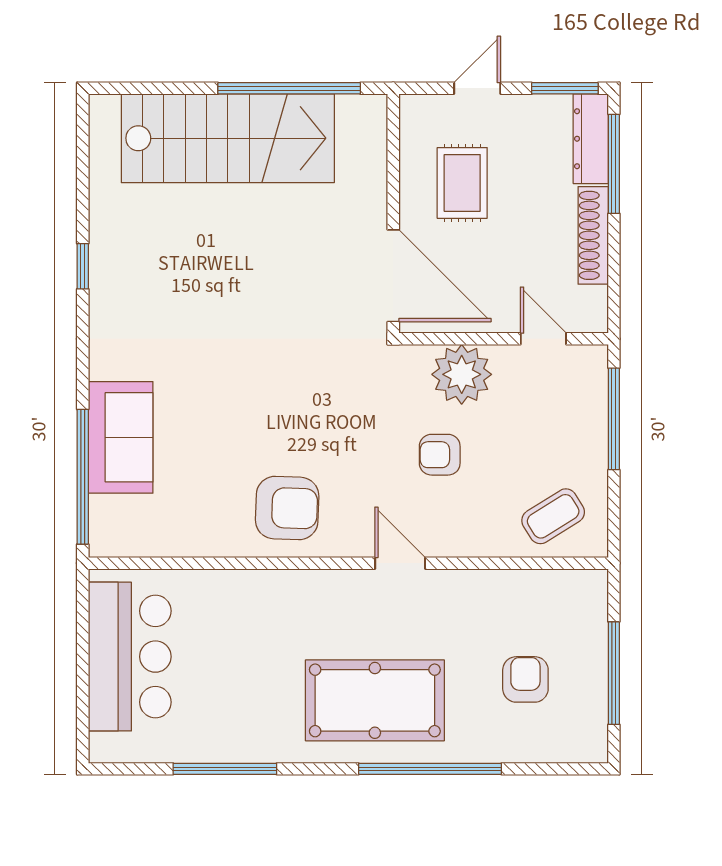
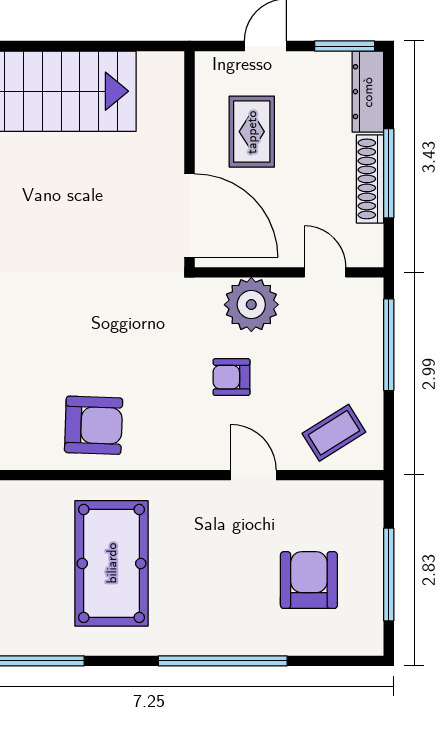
window: (289, 88) -> (95, 46), removed
window: (614, 164) -> (389, 173), moved
door: (400, 563) -> (253, 475), moved
armchair: (525, 679) -> (309, 580), width x1.38, depth x1.38
pool table: (375, 700) -> (112, 563), moved, turned 90

